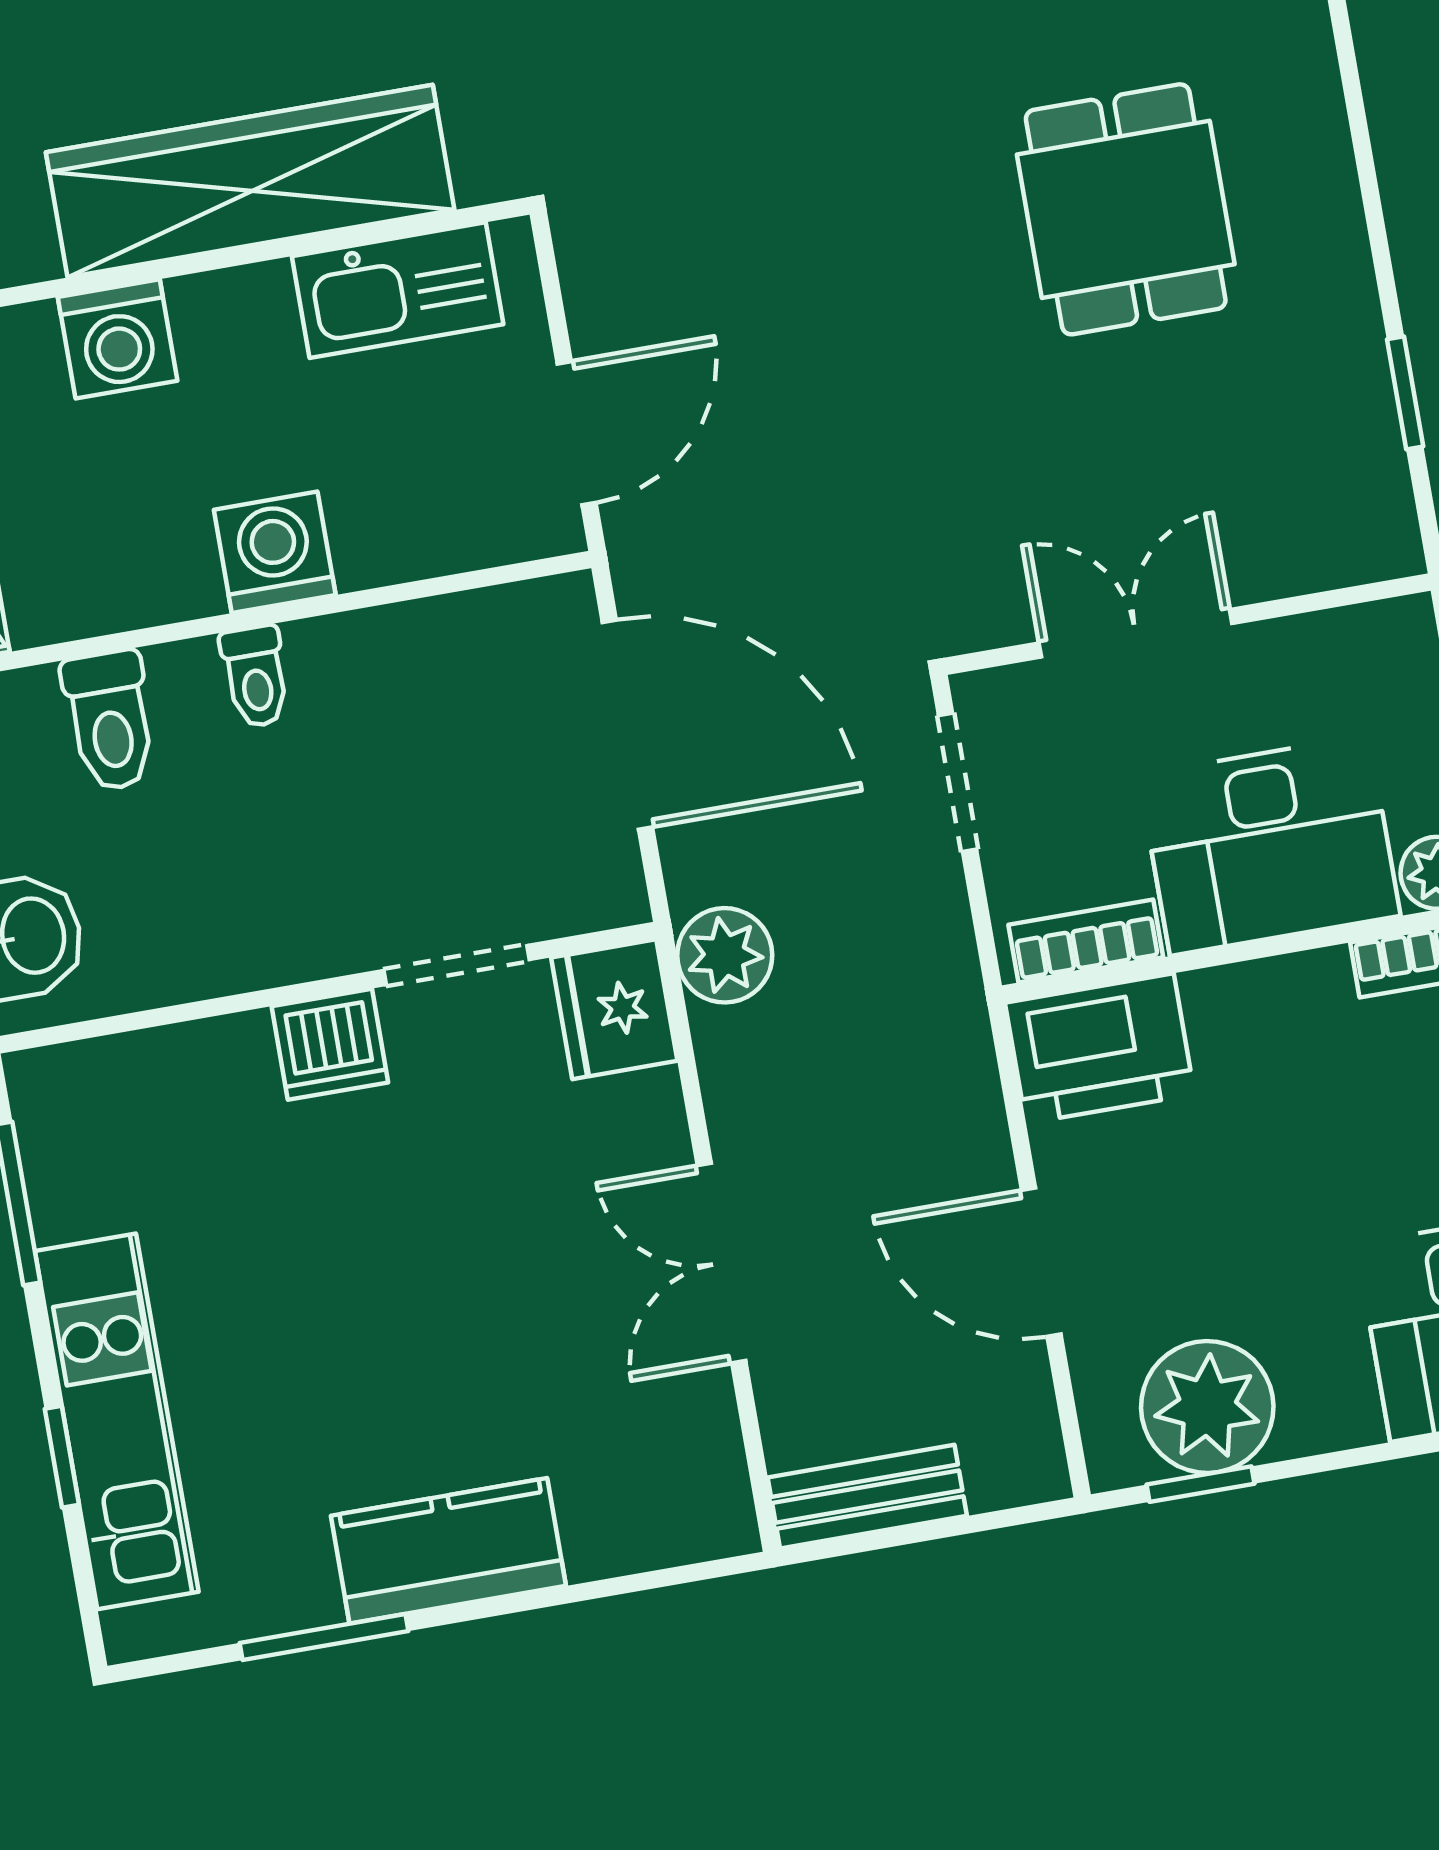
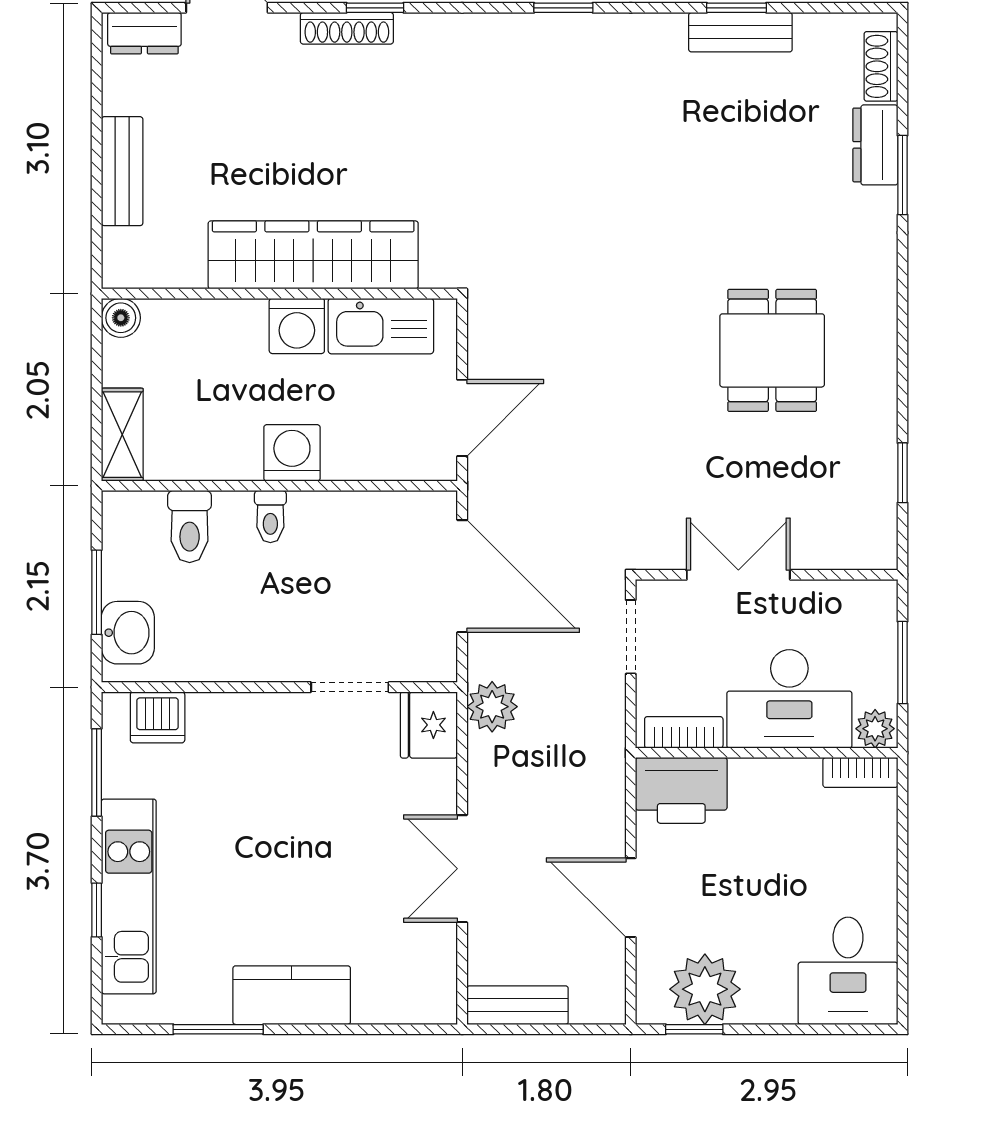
washing machine: (118, 339) -> (297, 326), moved
dishwasher: (330, 1044) -> (158, 717), moved

